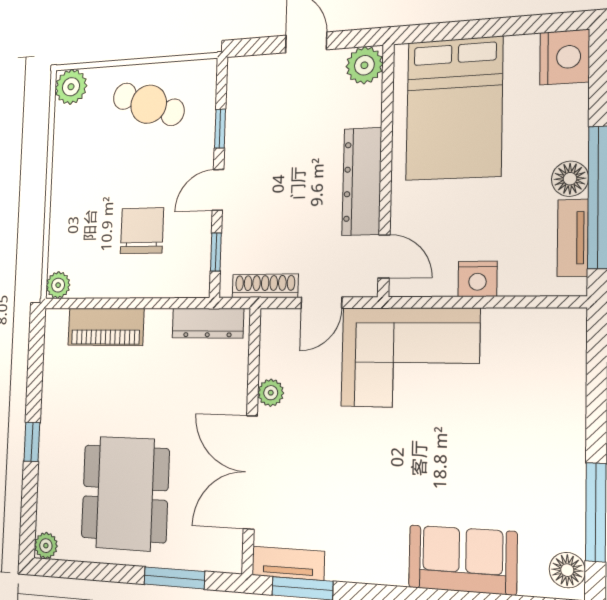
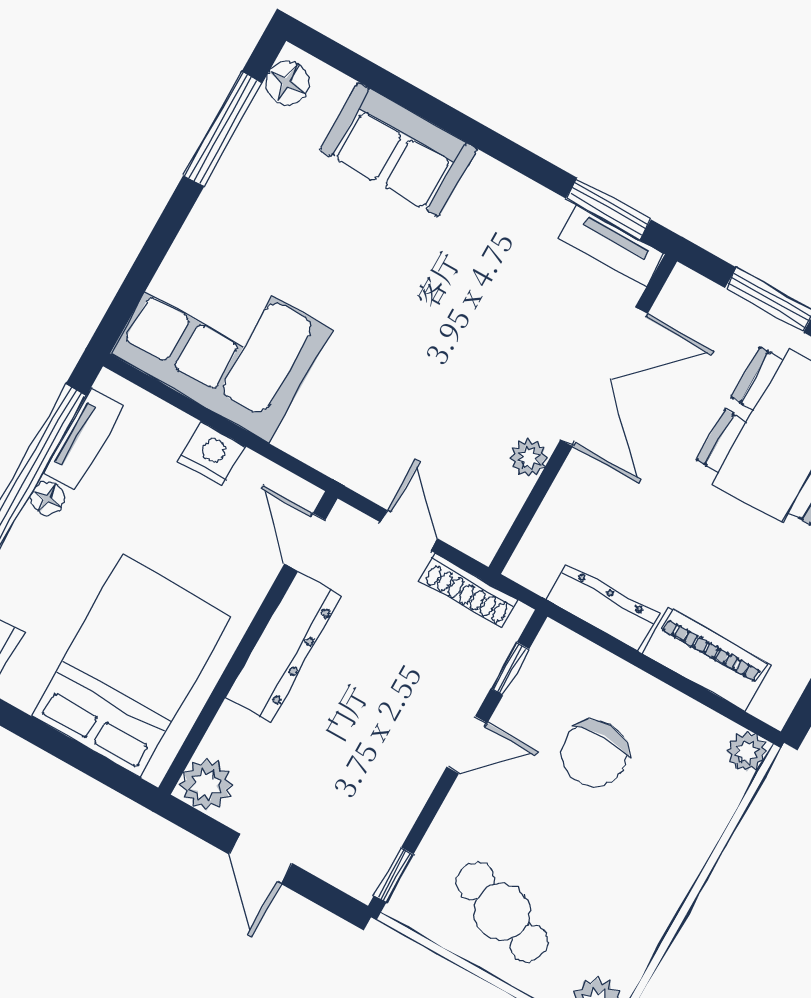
window: (220, 129) -> (394, 875), moved
floor lamp: (570, 179) -> (47, 498), width x0.73, depth x0.73
door: (321, 303) -> (409, 530), hinge flipped
dresser: (208, 323) -> (602, 607), moved
corner sofa: (410, 358) -> (221, 342), moved

